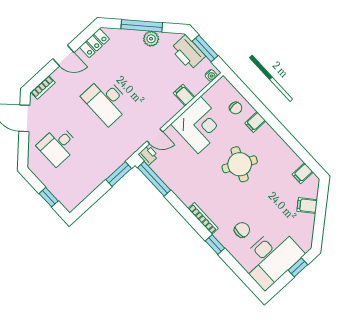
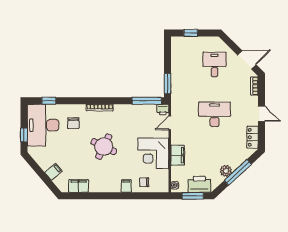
door: (63, 56) -> (261, 114), swing flipped
filing cabinet: (184, 95) -> (178, 155), width x2.00
round table: (240, 164) -> (104, 147), moved
filing cabinet: (303, 173) -> (79, 186), width x2.00
window: (215, 245) -> (49, 101), moved

